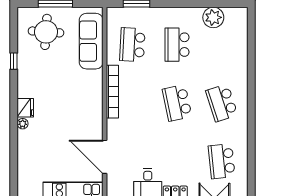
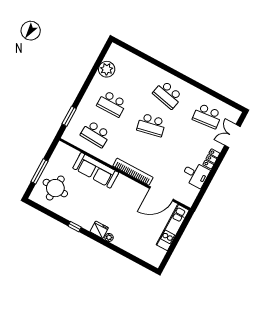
sofa: (91, 41) -> (96, 170), moved
window: (14, 61) -> (75, 227), moved
bookcase: (112, 92) -> (133, 172), moved
school desk: (222, 103) -> (168, 95), turned 30

